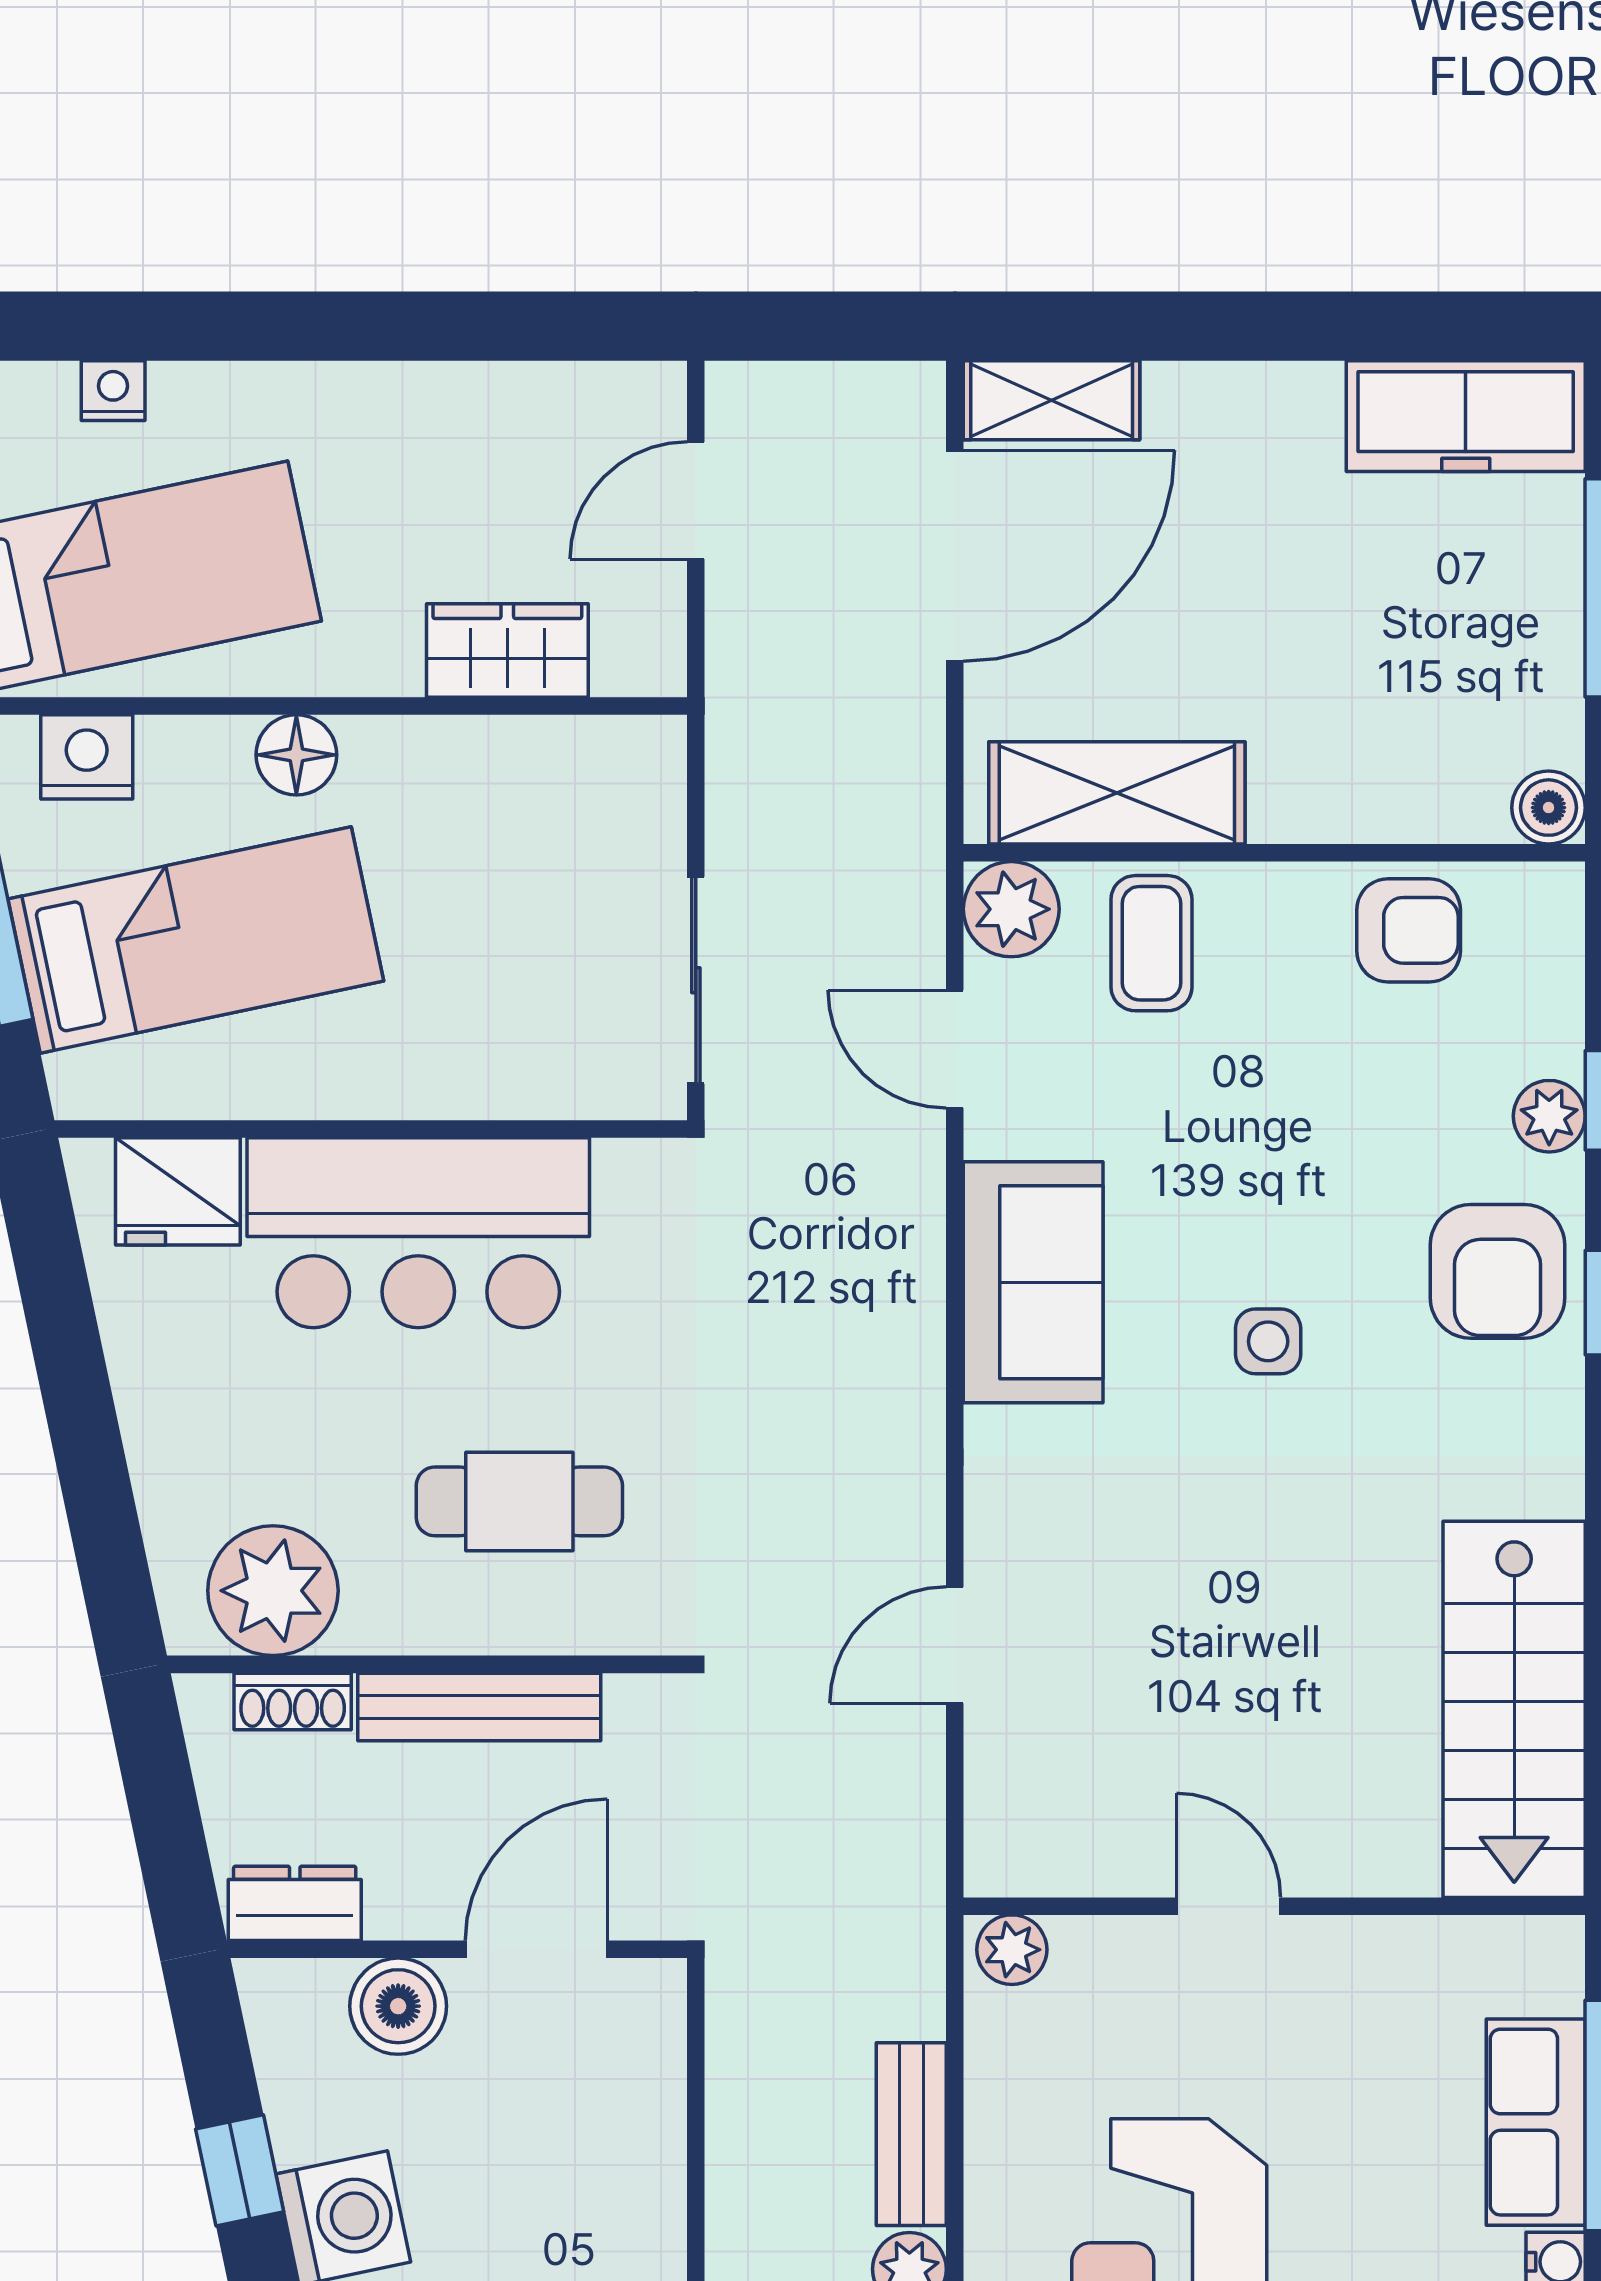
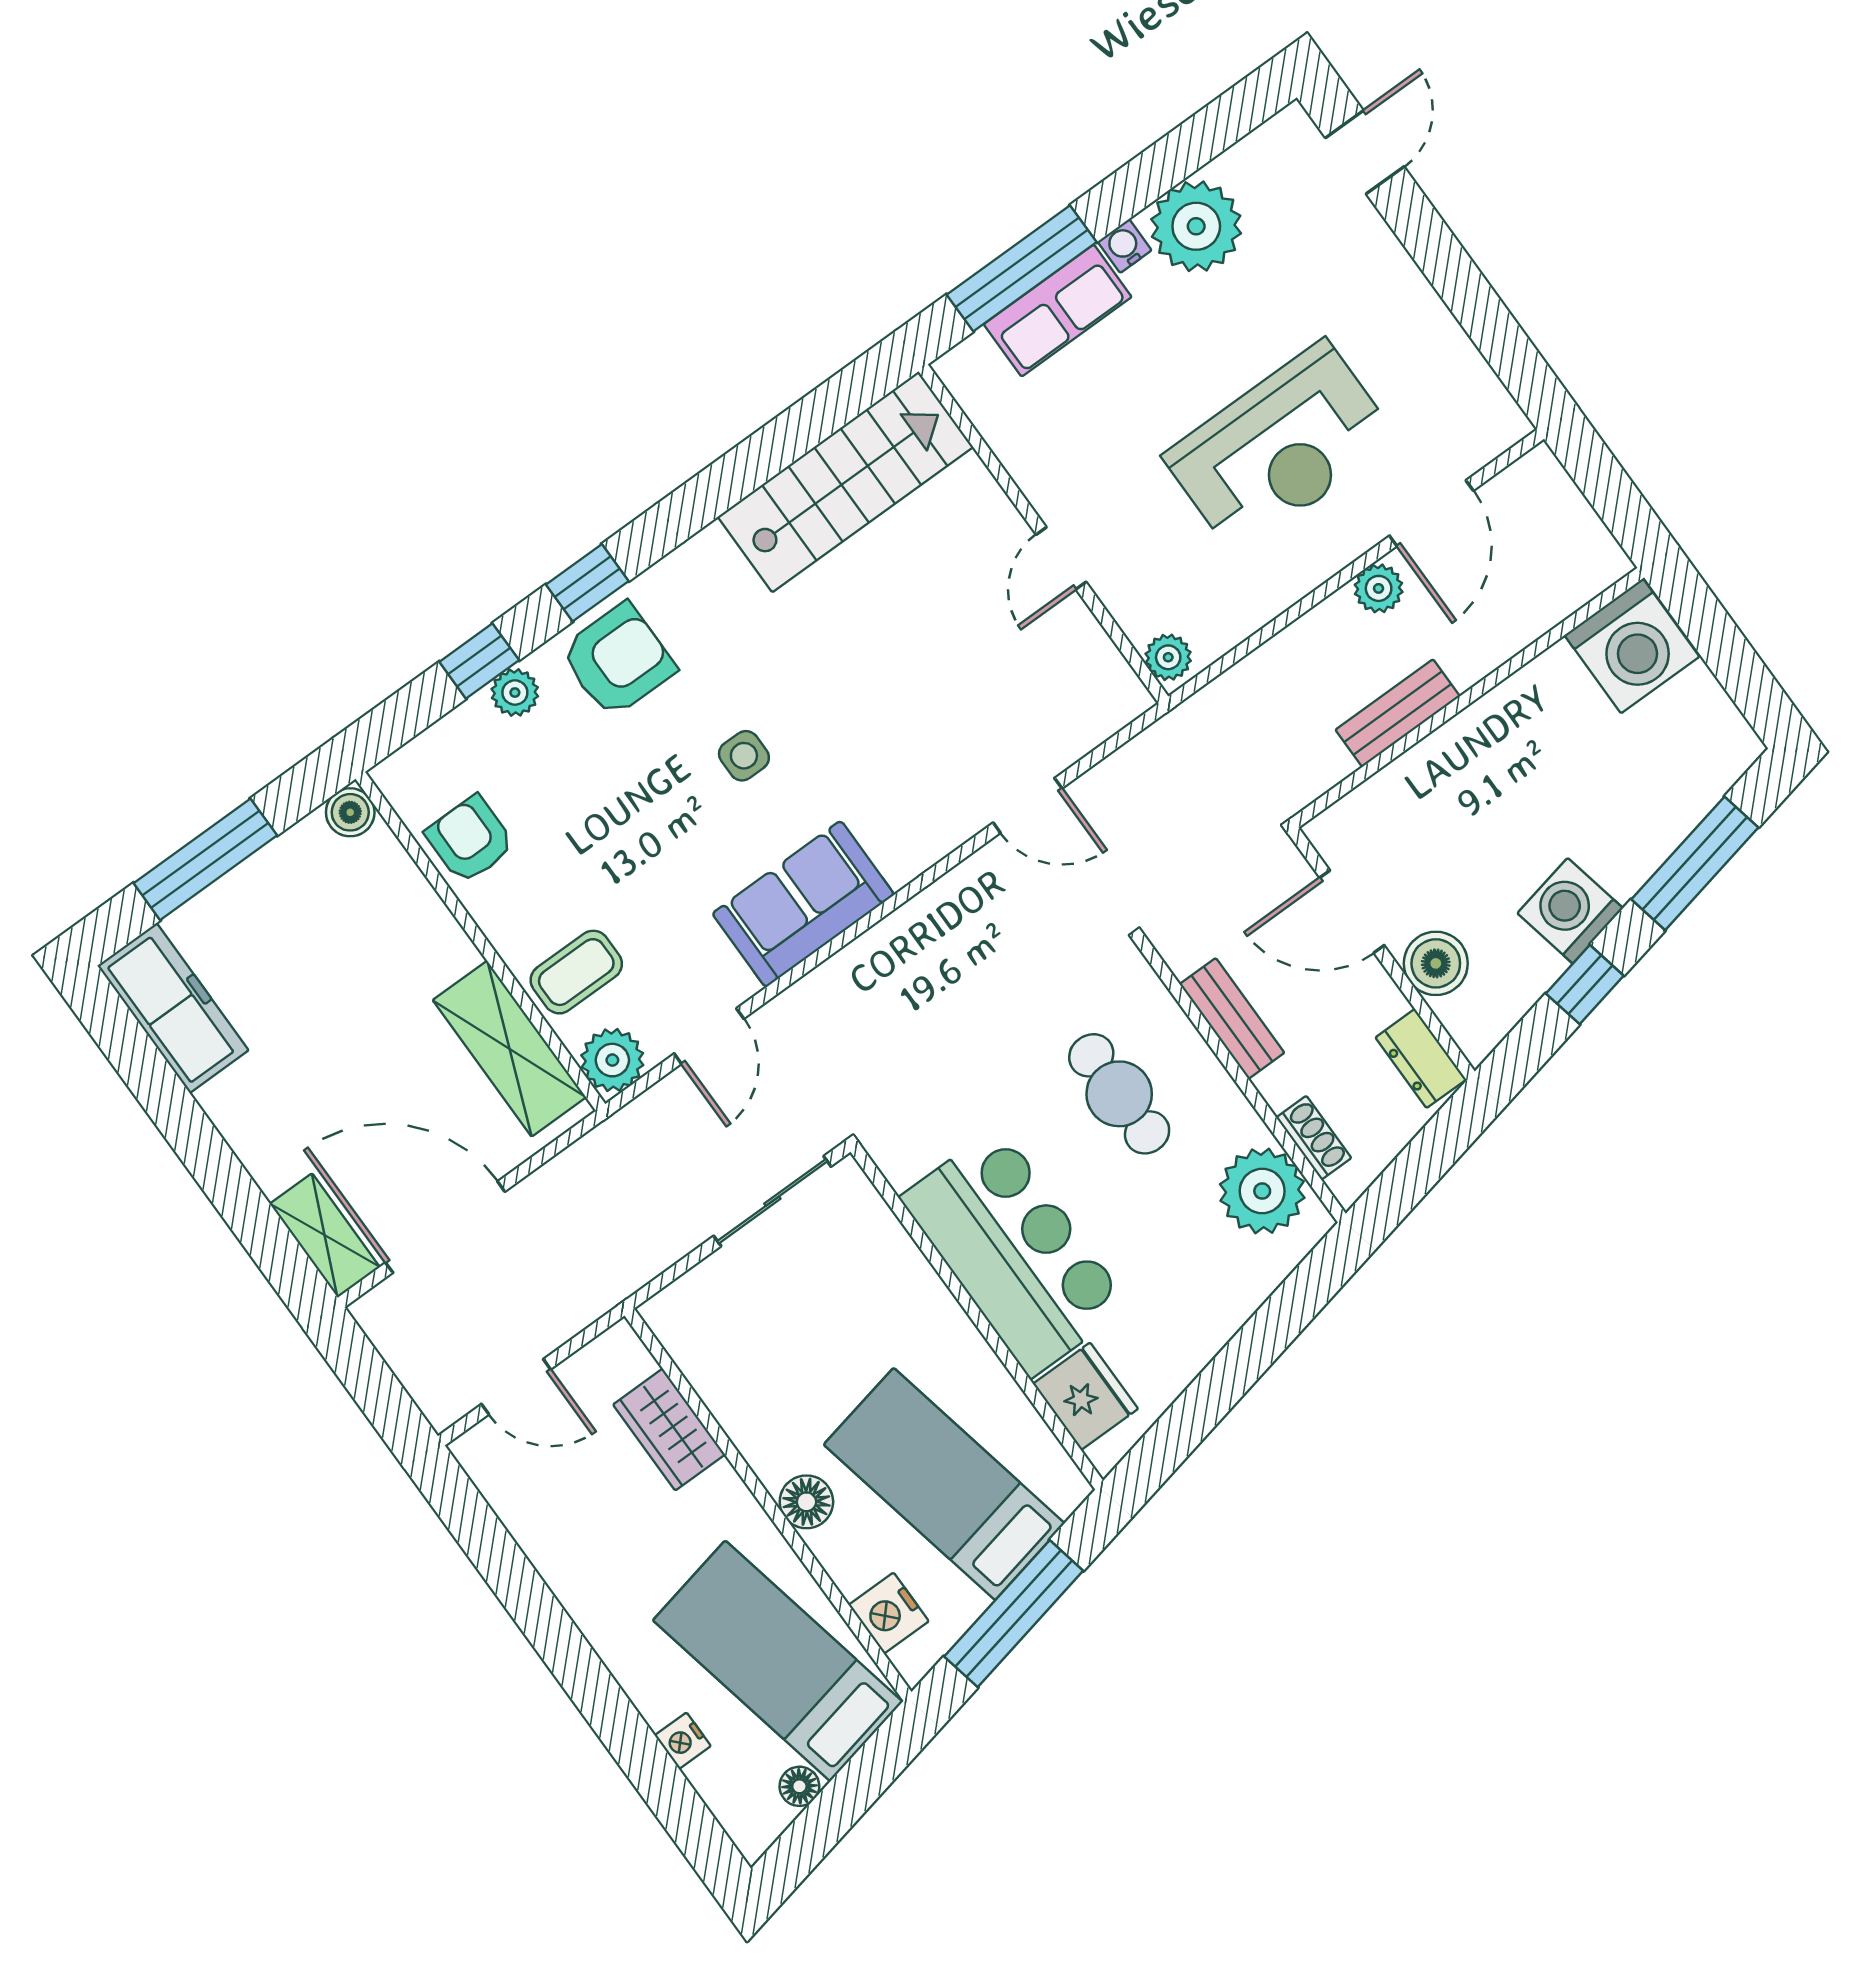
bench: (479, 1707) -> (1232, 1018), width x0.73
bench: (911, 2134) -> (1398, 713), moved

